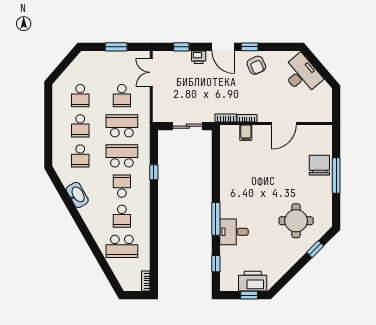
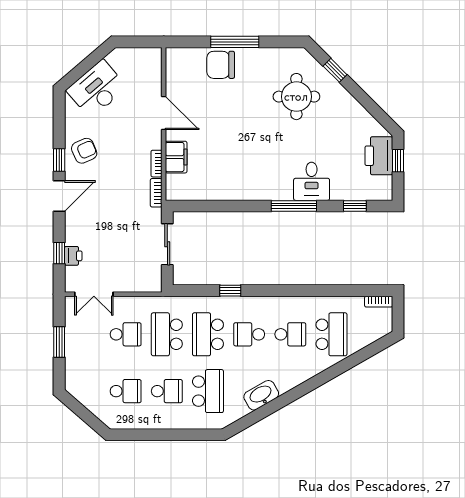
printer: (199, 57) -> (73, 256), moved
filing cabinet: (246, 133) -> (176, 157), width x2.00
school desk: (80, 156) -> (208, 391), width x1.85

